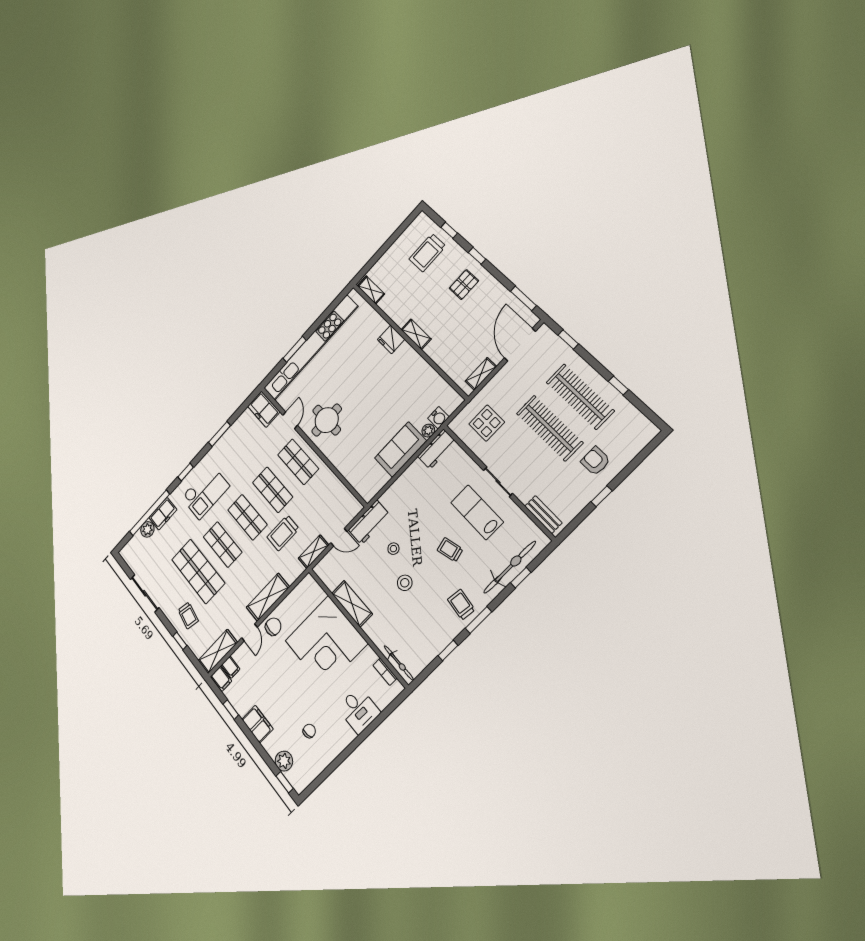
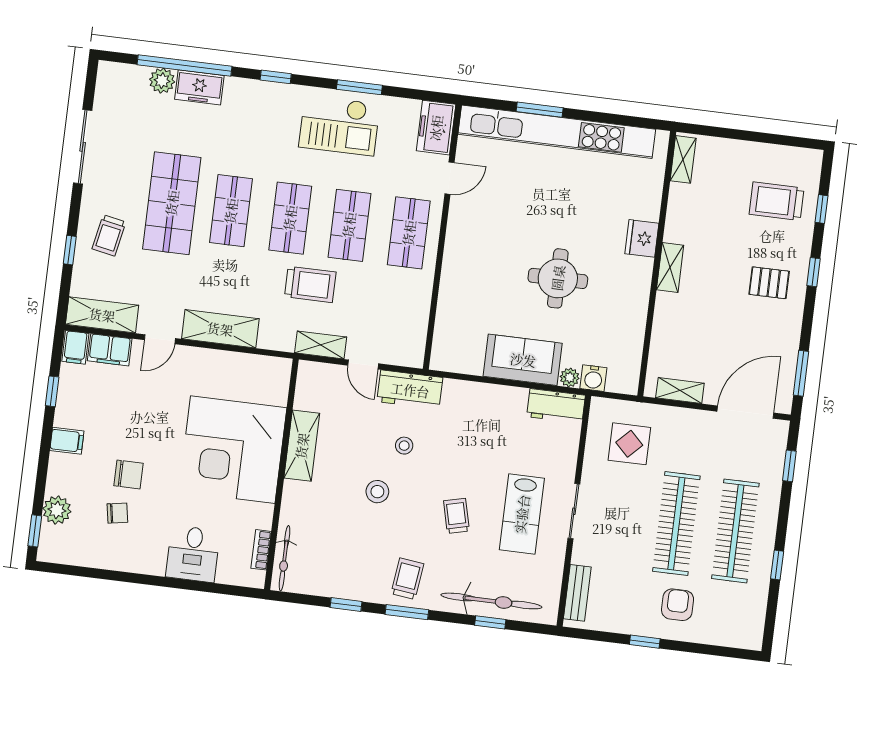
round table: (327, 420) -> (558, 278), moved
checkout: (205, 492) -> (339, 125), moved
lab bench: (477, 512) -> (522, 514), turned 180
trolley: (283, 533) -> (310, 284), turned 180
chair: (273, 627) -> (128, 475), moved
filing cabinet: (231, 667) -> (110, 350), width x2.00
filing cabinet: (257, 724) -> (67, 441), width x0.50

